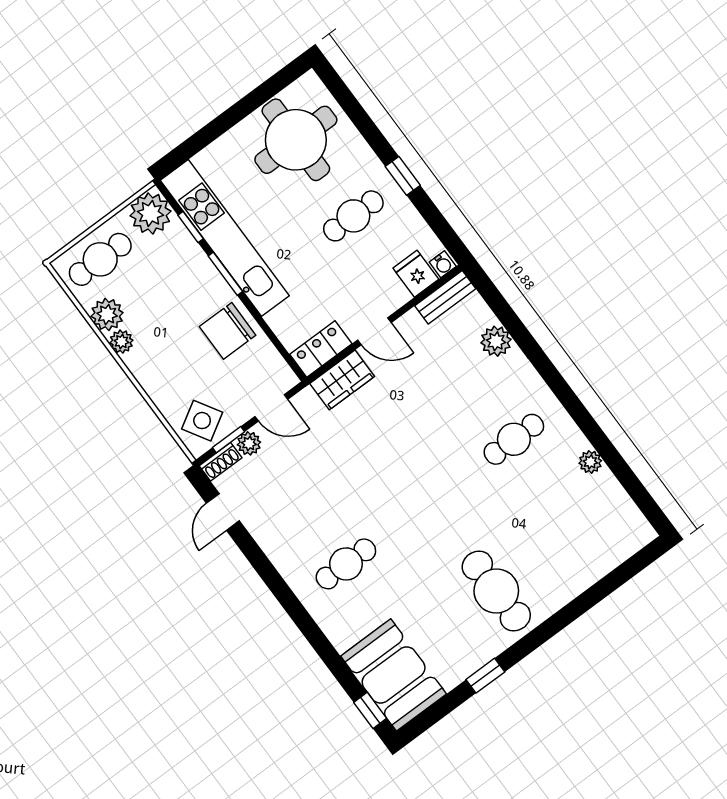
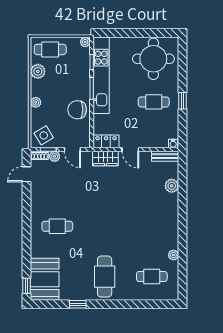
plant: (150, 213) -> (85, 42), width x0.53, depth x0.53
fridge: (416, 274) -> (161, 140), removed
plant: (121, 342) -> (36, 102), moved
cafe table: (514, 439) -> (152, 277), moved

